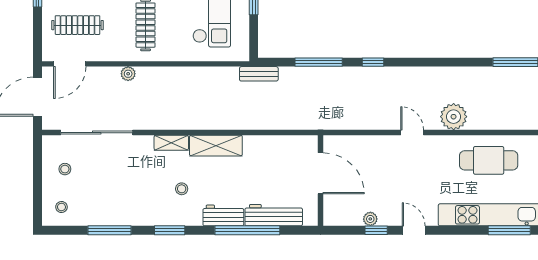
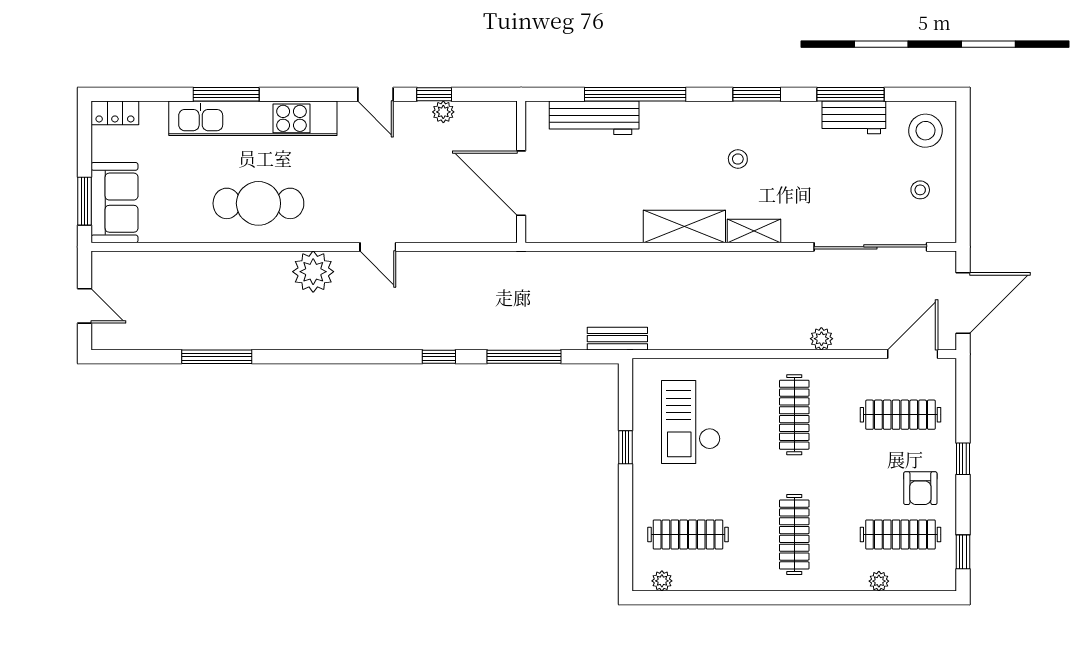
stool: (61, 207) -> (926, 131), width x1.89, depth x1.89
workbench: (223, 215) -> (854, 117), moved

